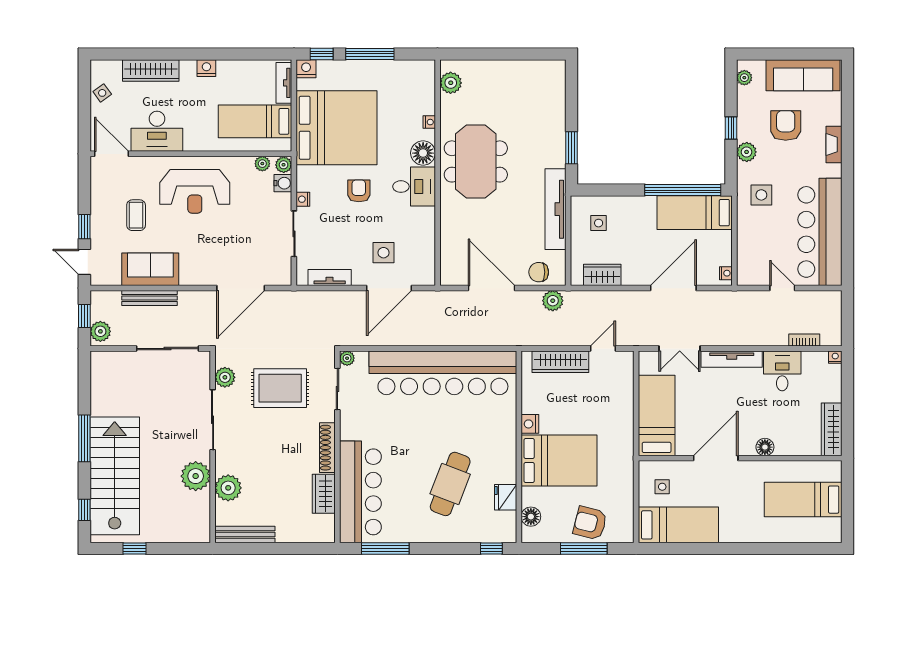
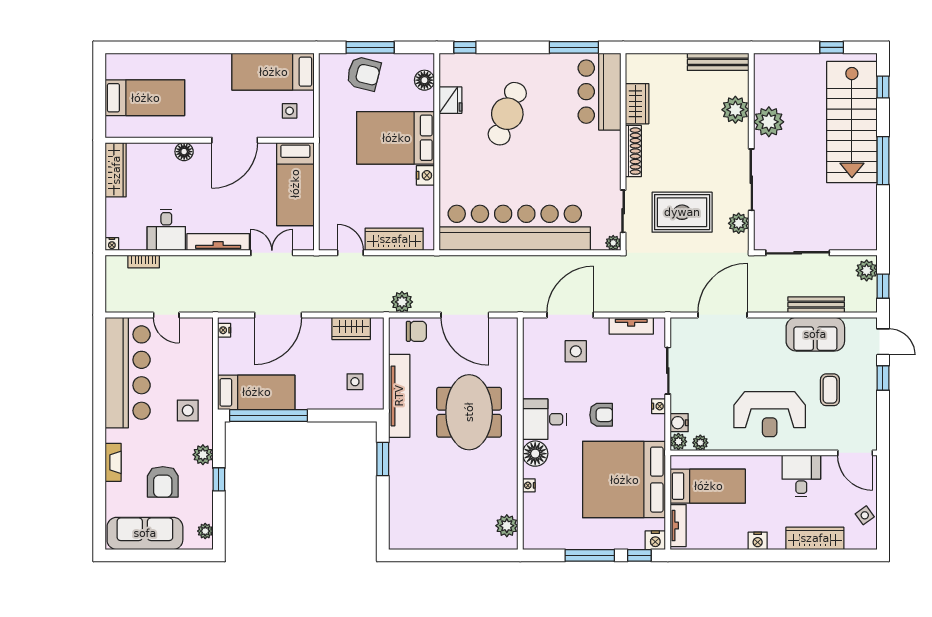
desk: (157, 131) -> (801, 476), width x0.73
meeting table: (476, 161) -> (469, 412), moved
reception desk: (195, 191) -> (770, 414), turned 180
armchair: (359, 191) -> (601, 415), turned -90
door: (603, 349) -> (350, 253), swing flipped
bar counter: (360, 492) -> (599, 92), width x0.73

